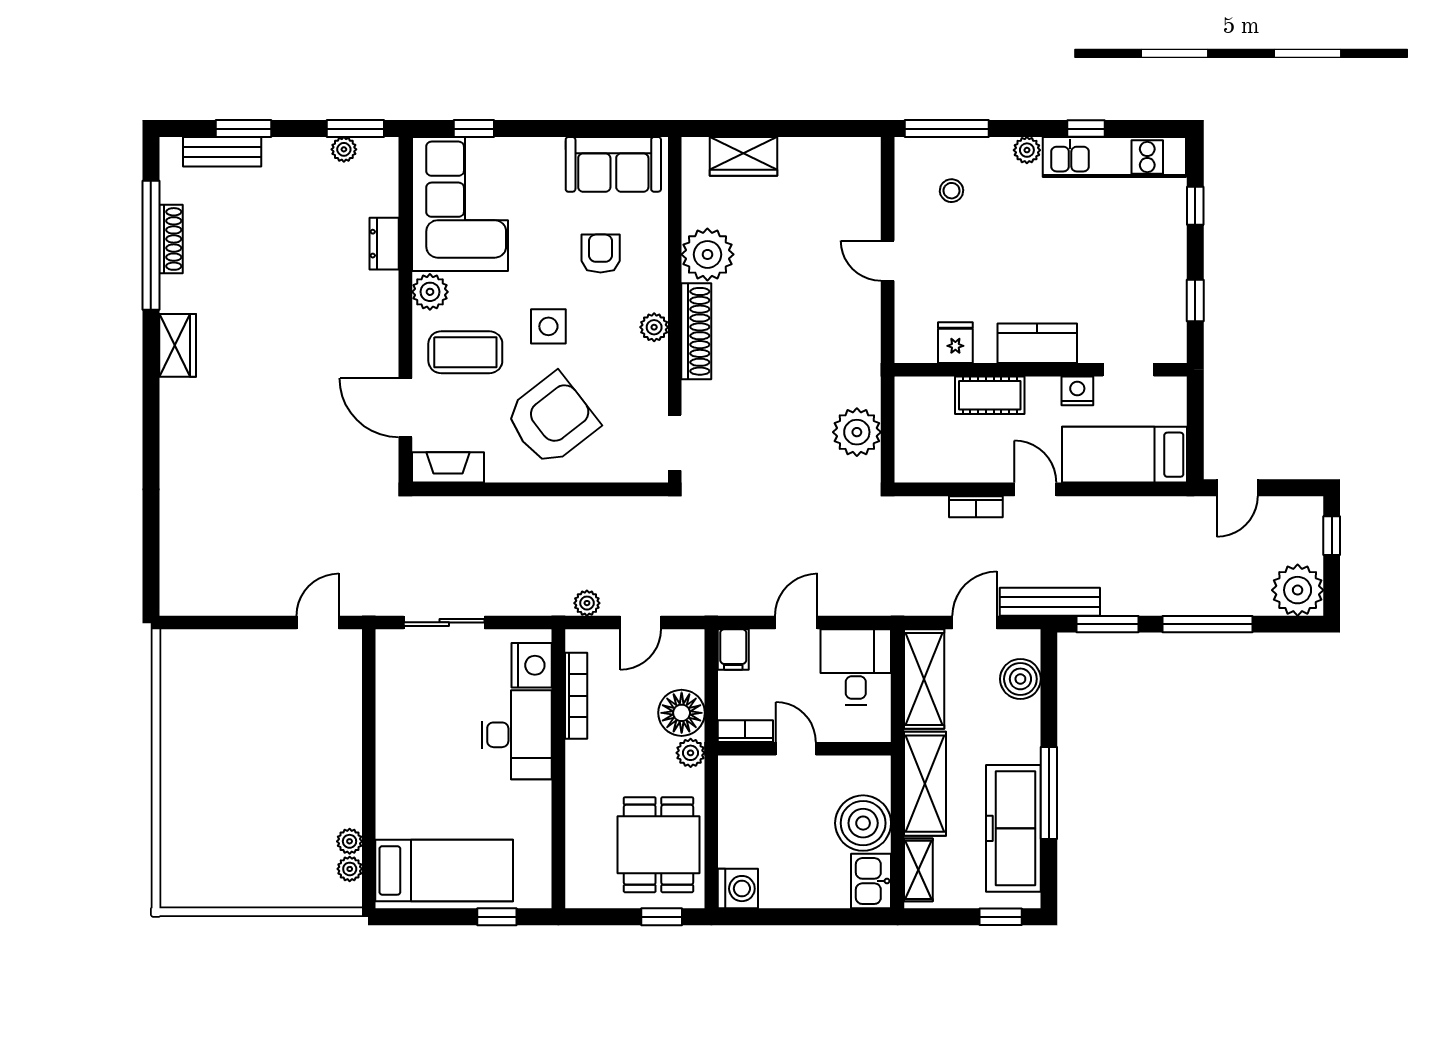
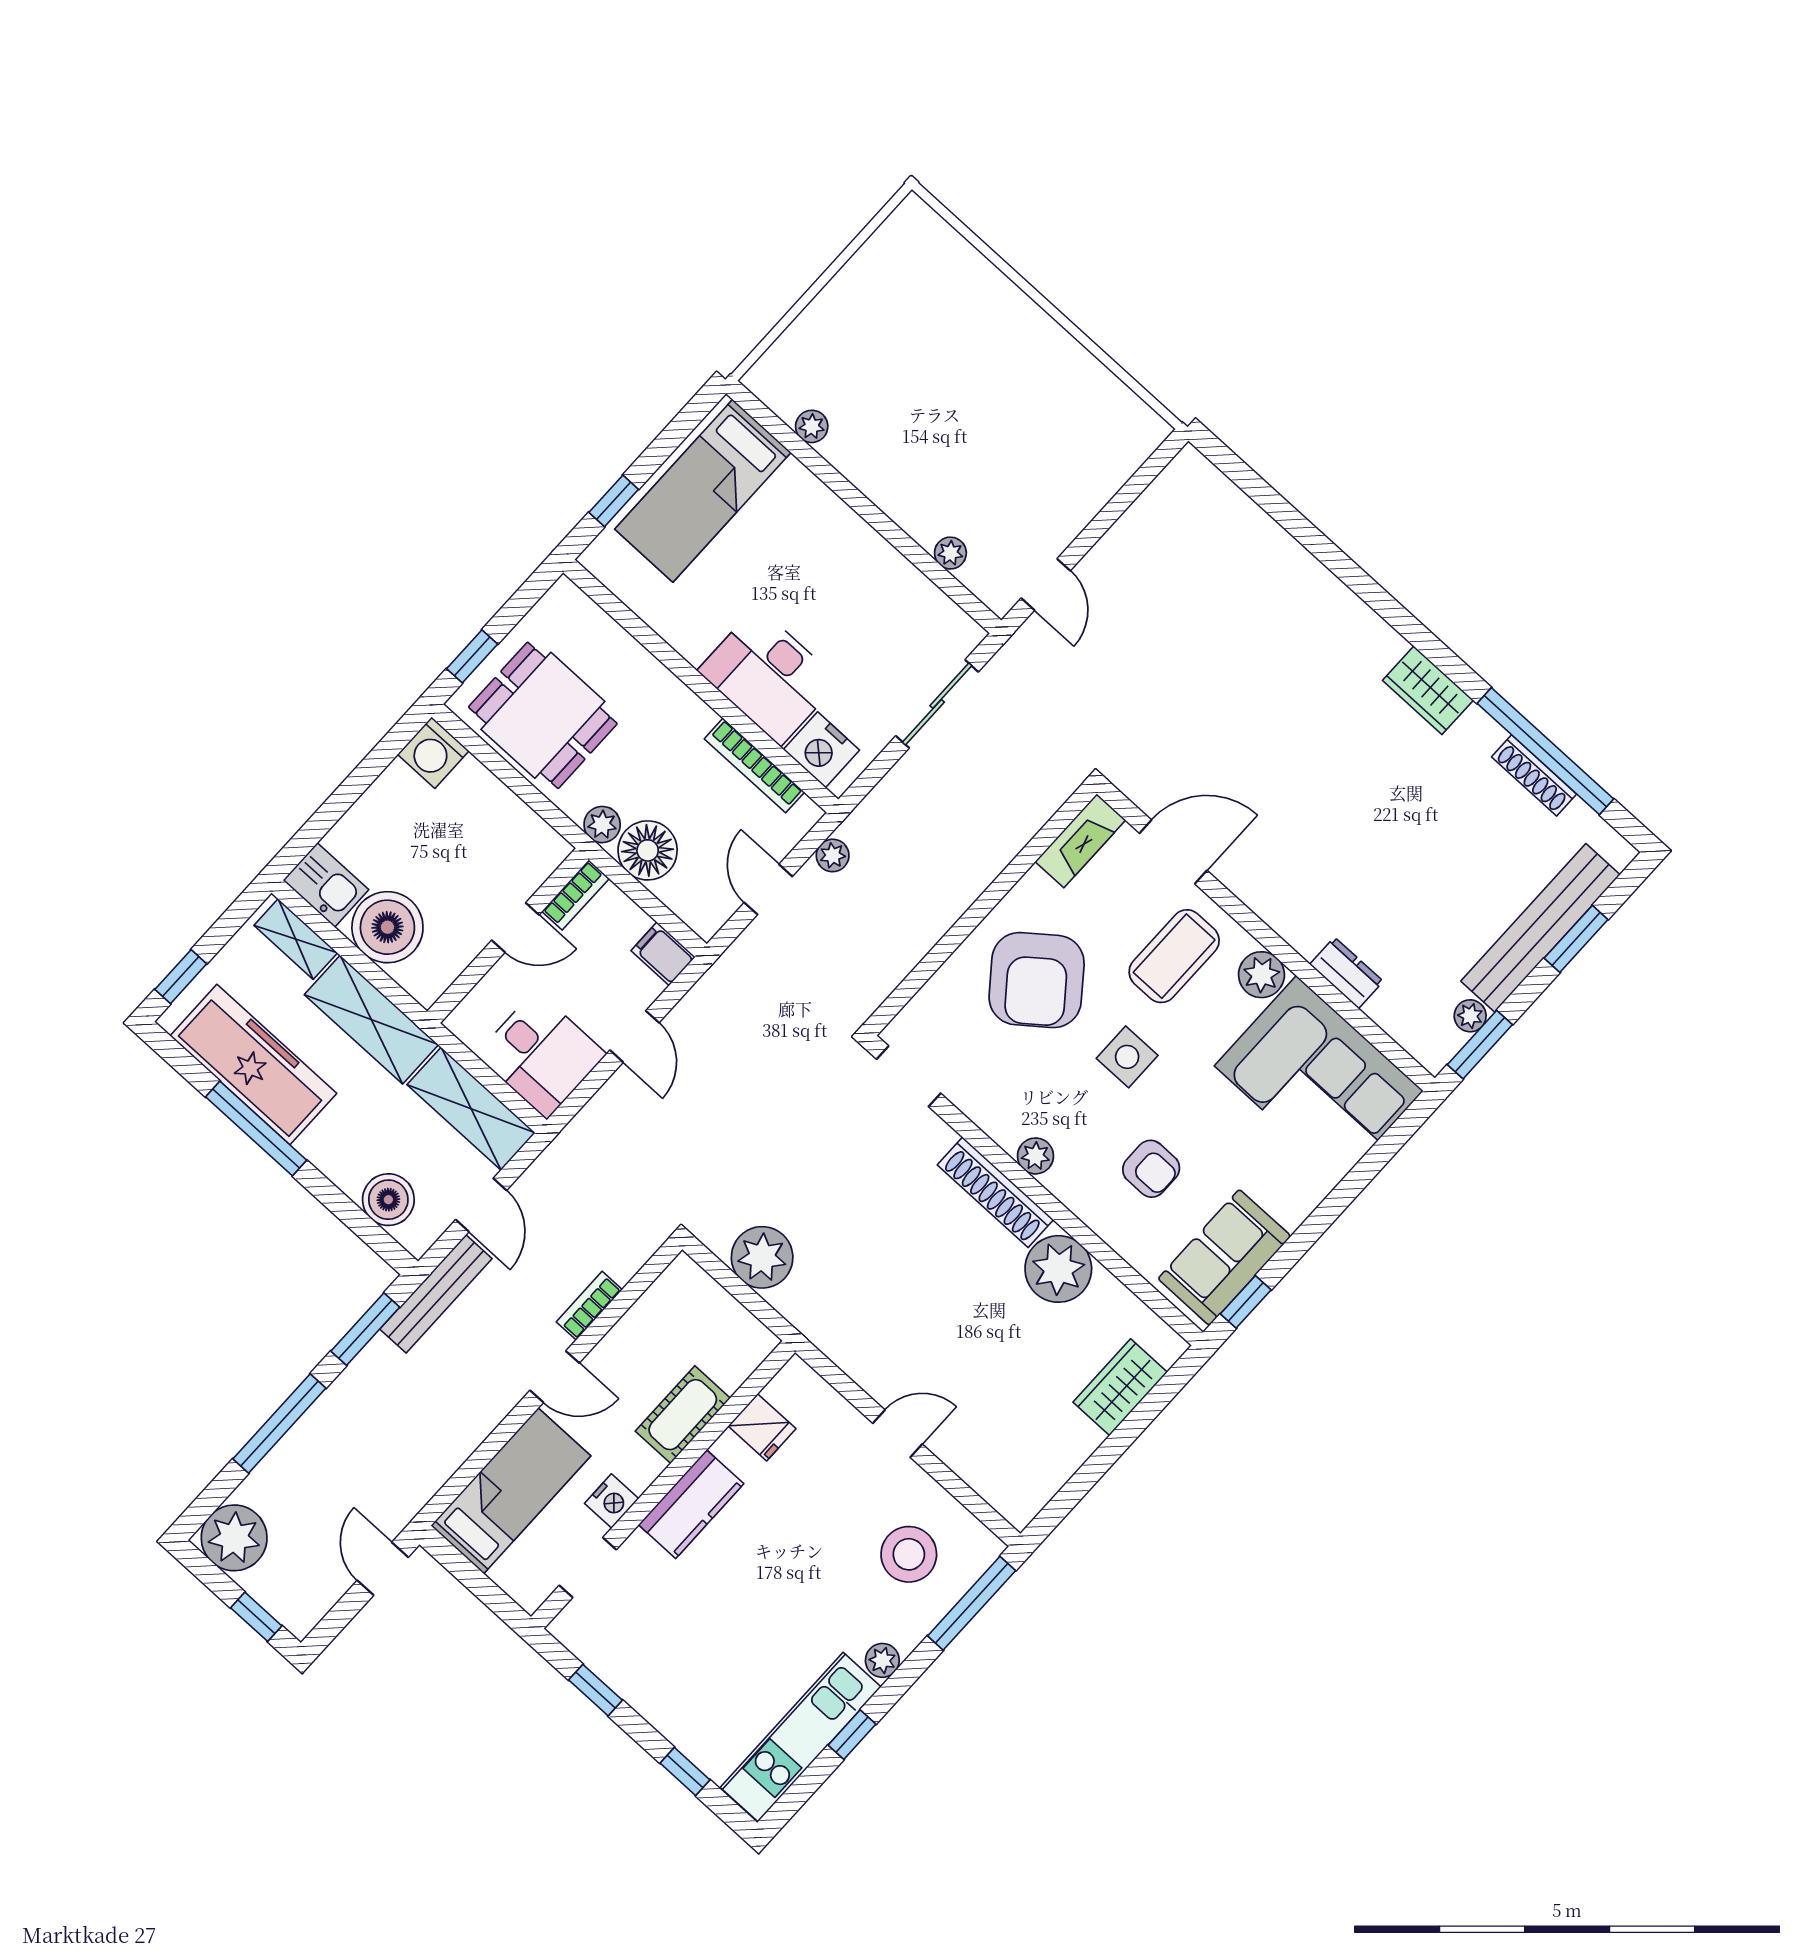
window: (474, 129) -> (1246, 1302), moved
bench: (222, 152) -> (1540, 928), width x1.86, depth x1.21
stool: (952, 191) -> (909, 1554), width x1.89, depth x1.89
plant: (350, 869) -> (950, 553), moved

